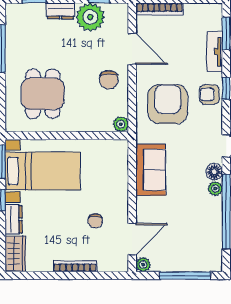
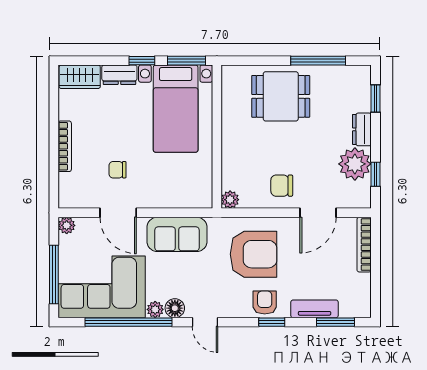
dining table: (43, 94) -> (281, 96), moved
corner sofa: (196, 235) -> (102, 287), added
door: (132, 239) -> (118, 213), moved

